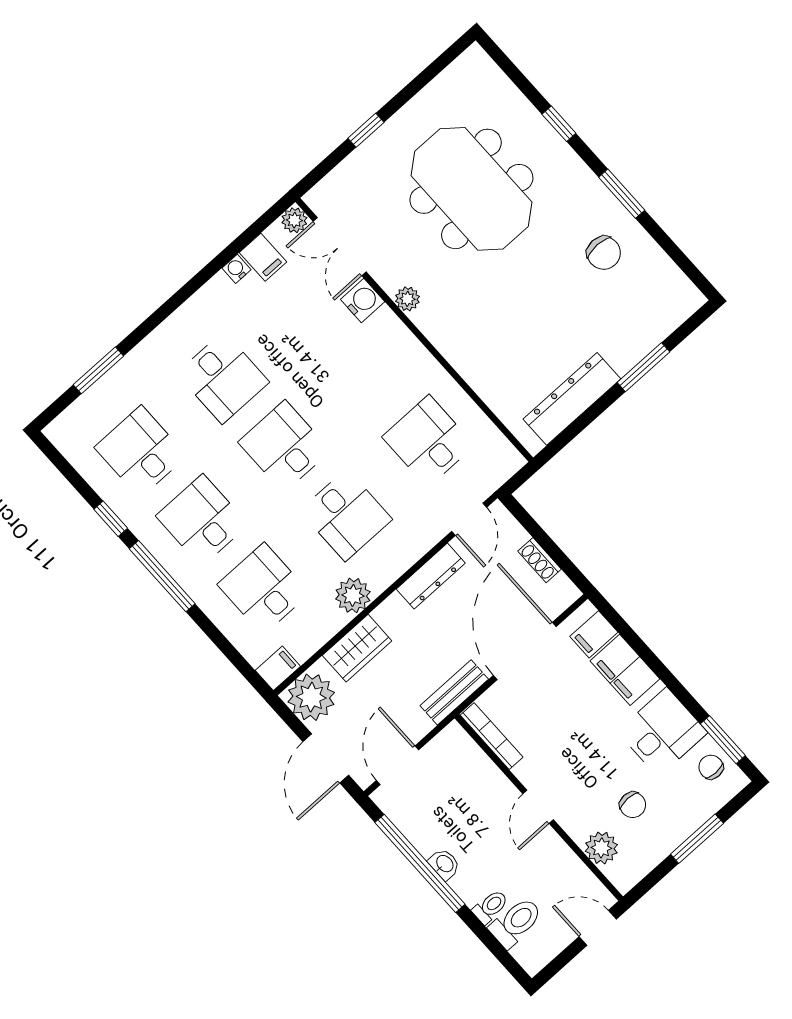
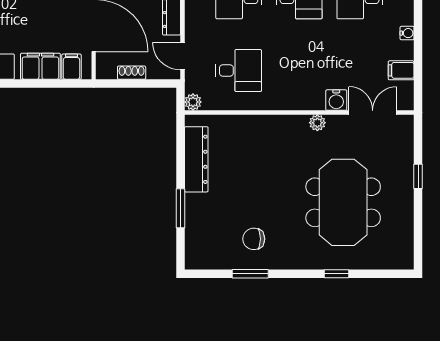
meeting table: (471, 189) -> (343, 202), turned 90
window: (622, 194) -> (250, 274), moved
plant: (294, 220) -> (193, 102), moved
water cooler: (236, 269) -> (407, 33), moved

